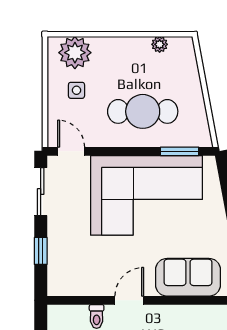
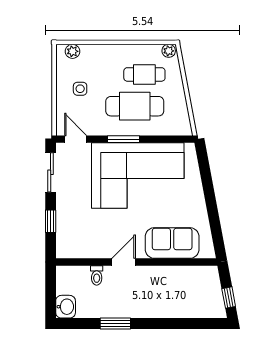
plant: (160, 44) -> (169, 51), moved
plant: (75, 53) -> (72, 51), width x0.53, depth x0.53
cafe table: (154, 73) -> (144, 74), added
window: (180, 151) -> (123, 139), moved

